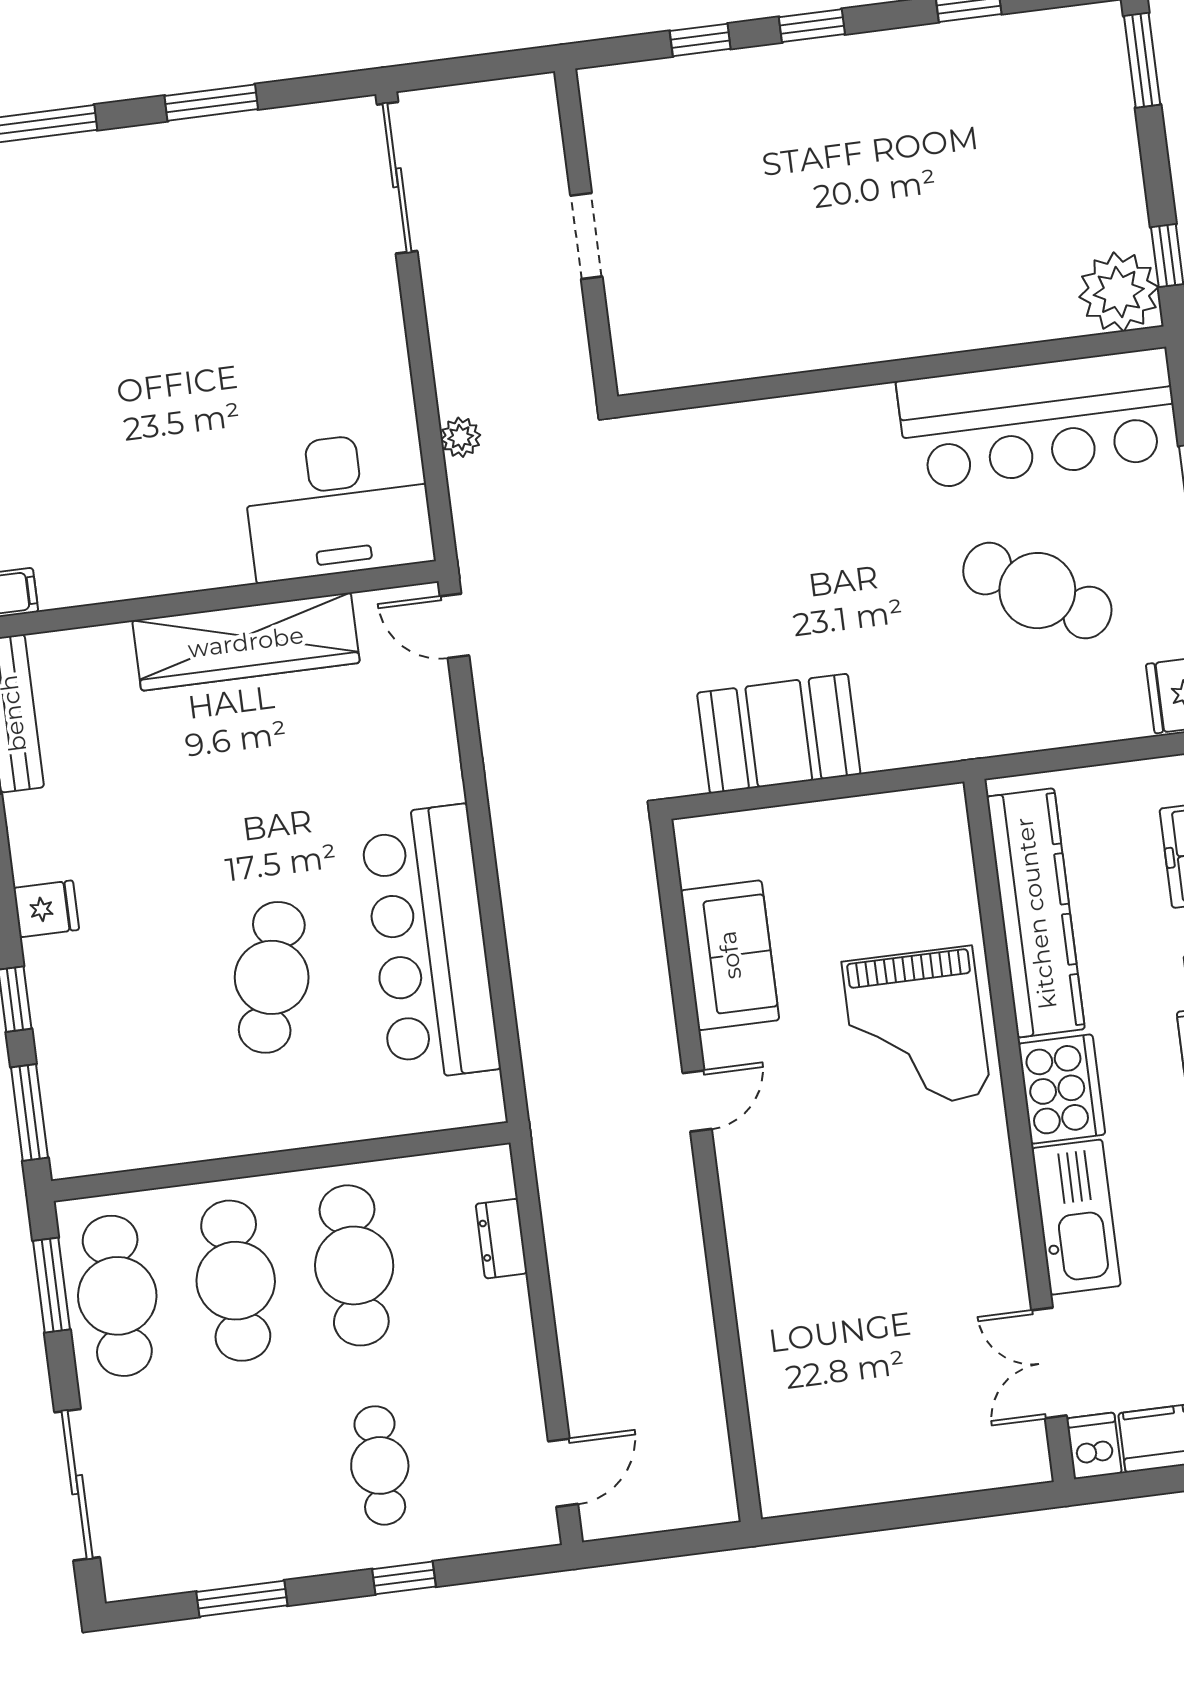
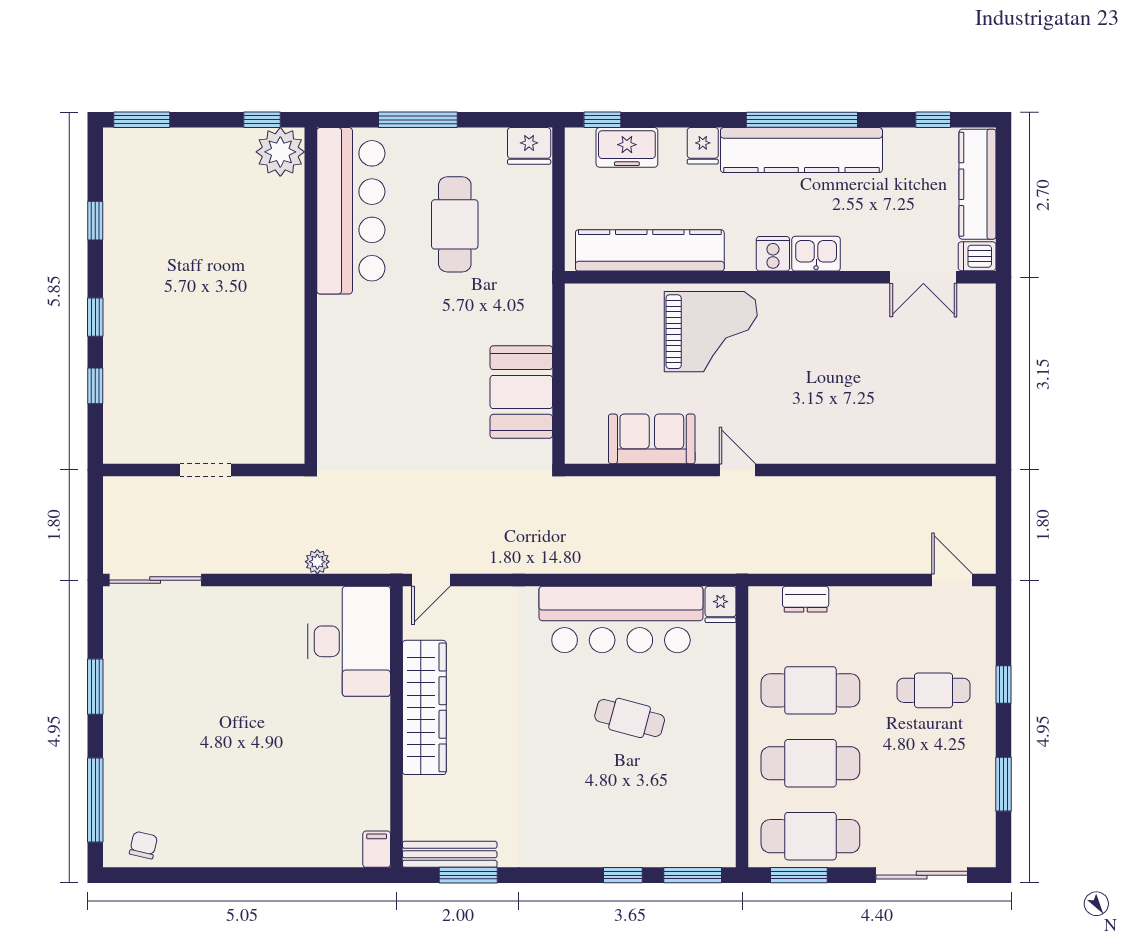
cafe table: (1037, 591) -> (455, 224), turned -31
fridge: (46, 909) -> (721, 604), moved, turned 180
cafe table: (272, 977) -> (630, 718), width x0.73, depth x0.74
cooker: (1062, 1089) -> (773, 254), width x0.53, depth x0.76
kitchen sink: (1076, 1217) -> (816, 254), width x0.53, depth x0.81

